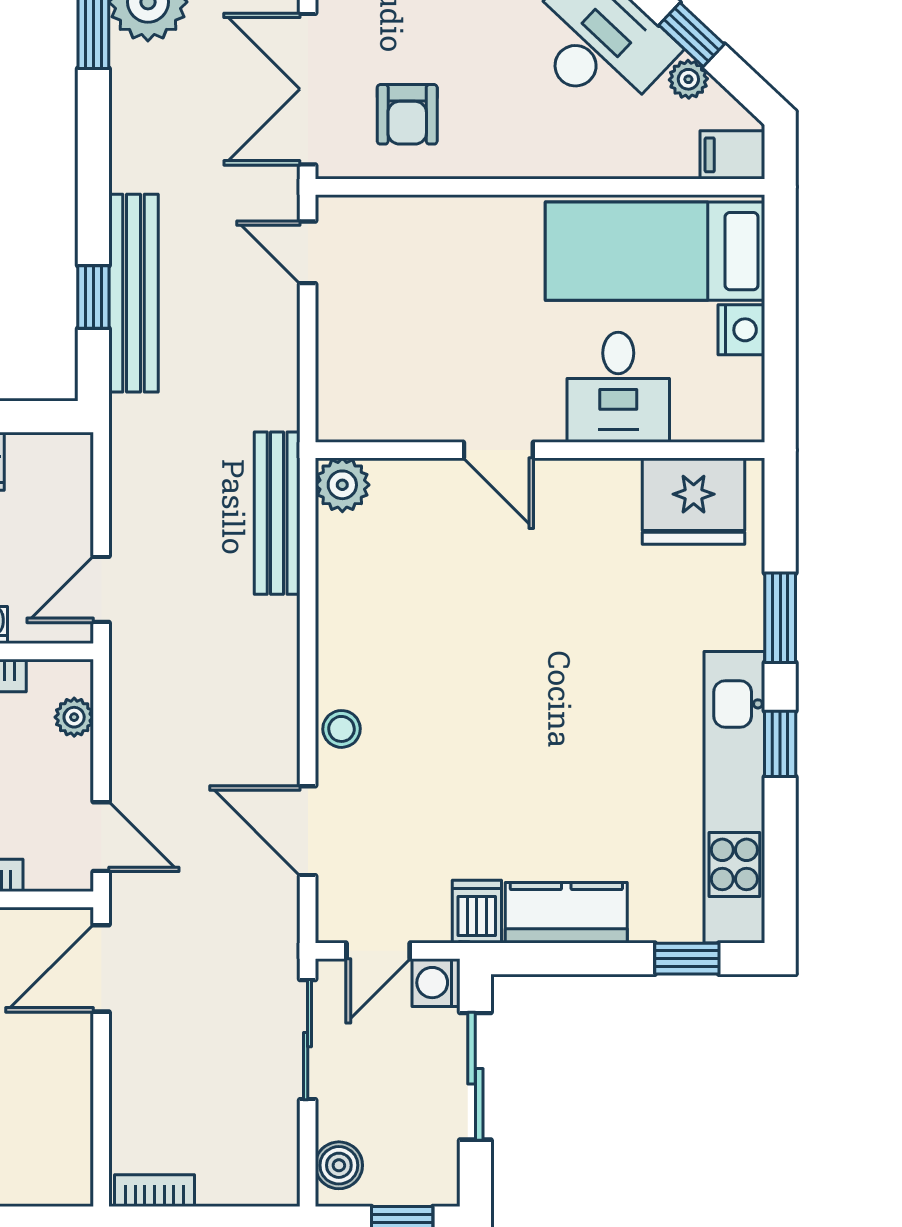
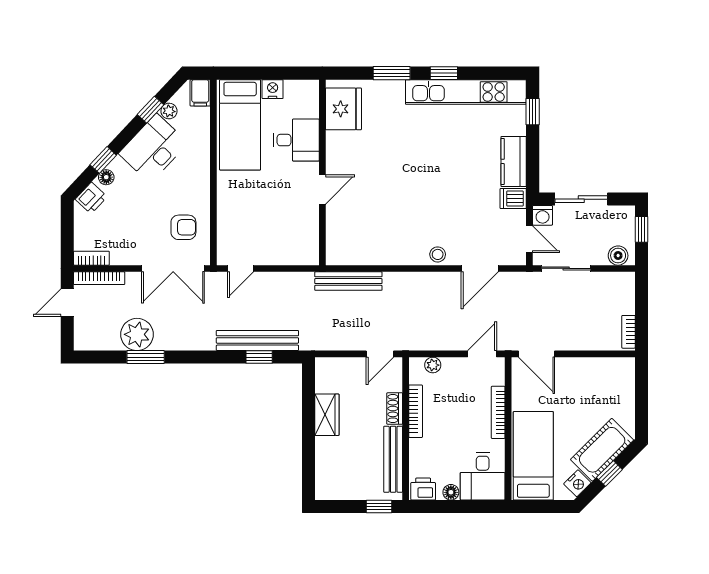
plant: (342, 485) -> (337, 254), removed
door: (101, 589) -> (380, 354), hinge flipped

